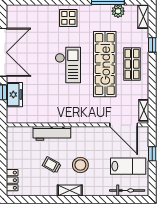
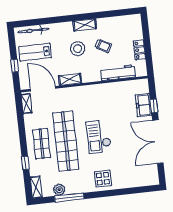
shelving: (93, 132) -> (70, 79), added
workbench: (52, 133) -> (118, 73), moved
locker: (12, 180) -> (139, 50), moved

